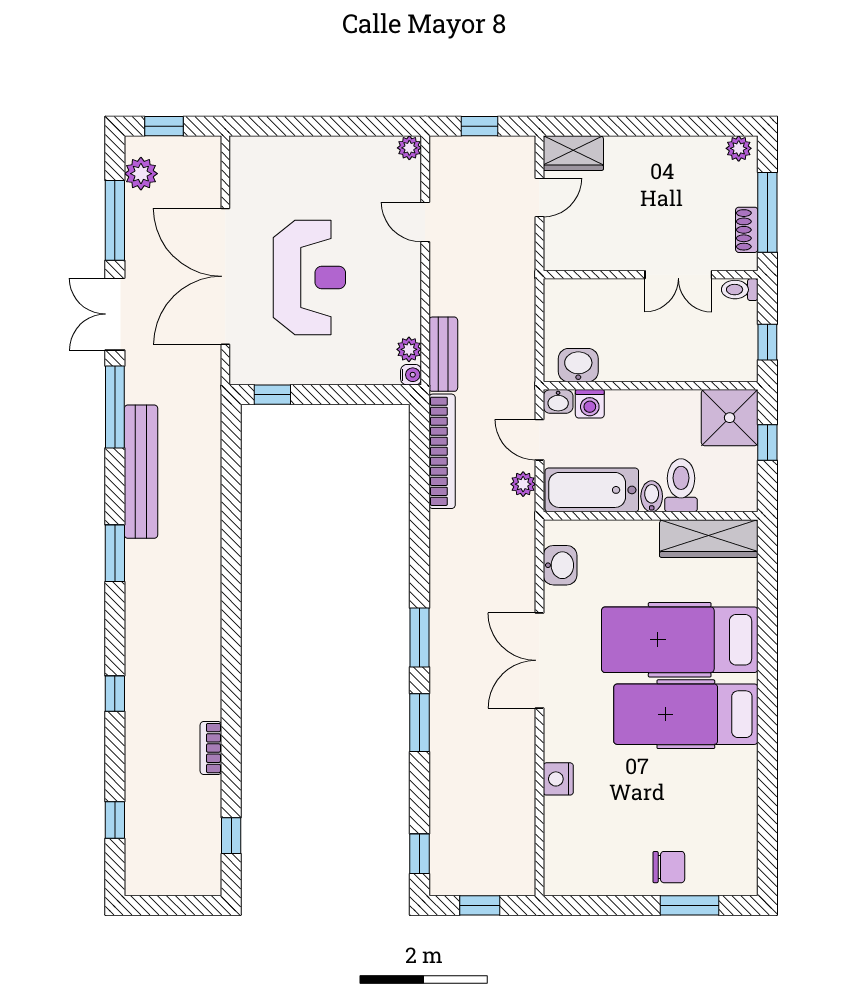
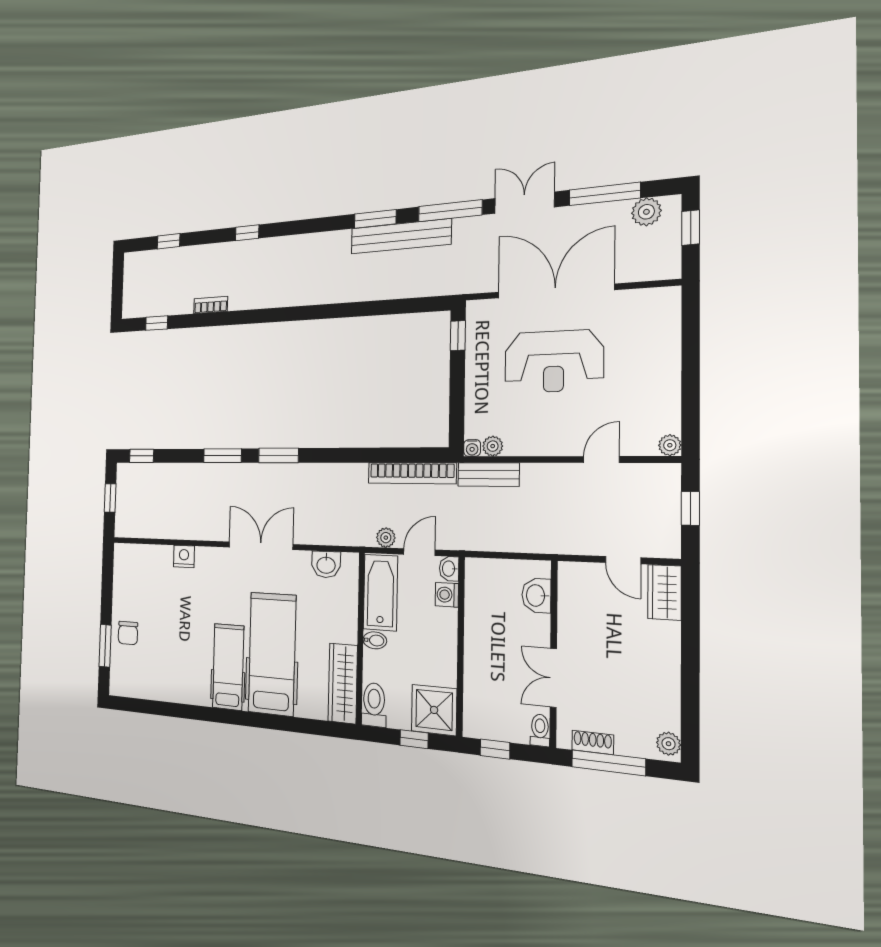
washbasin: (578, 365) -> (536, 596), moved, turned 180
toilet: (681, 485) -> (374, 705), moved, turned -90
window: (115, 553) -> (375, 219), moved
hospital bed: (686, 714) -> (228, 667), width x0.73, depth x0.78

